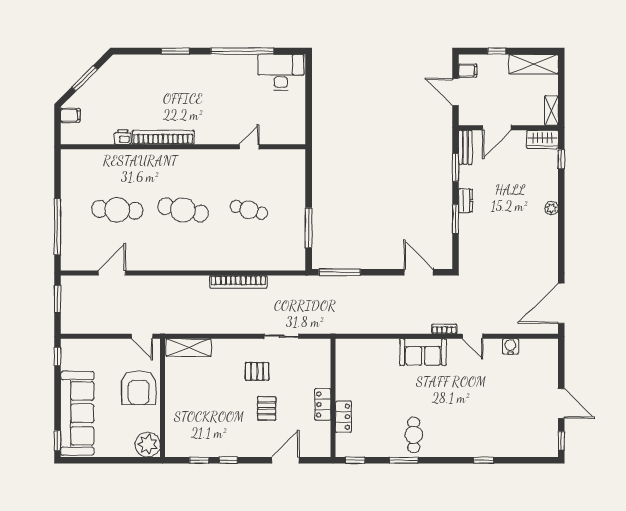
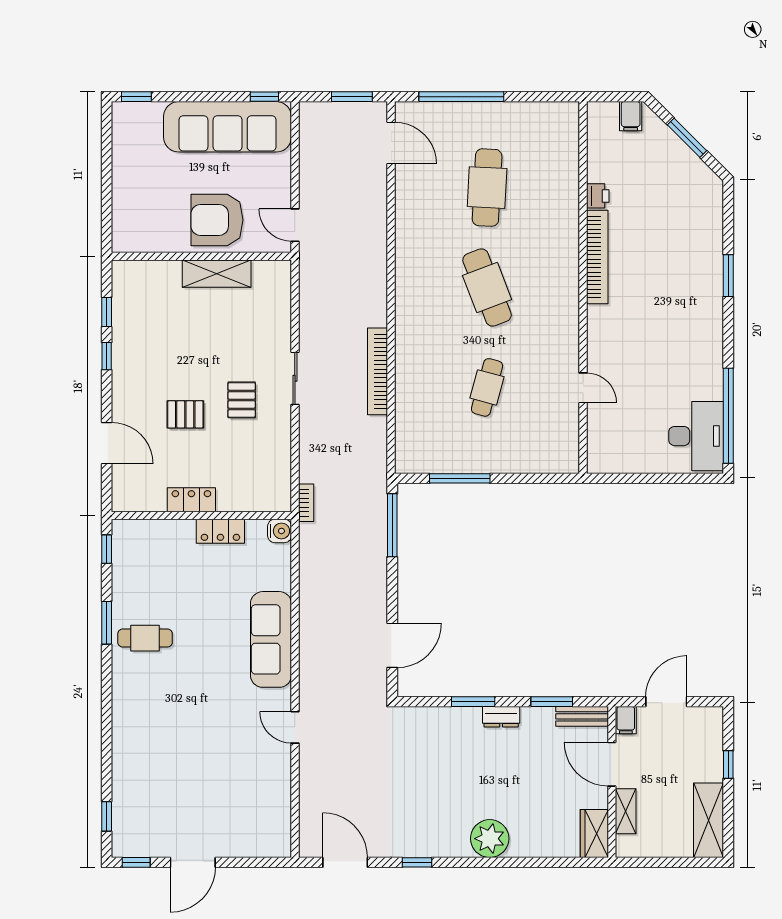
window: (242, 51) -> (728, 416), moved
filing cabinet: (468, 71) -> (626, 720), moved
shelving: (551, 110) -> (626, 811), moved, turned 90
window: (561, 159) -> (417, 862), moved
plant: (551, 208) -> (490, 839), width x1.87, depth x1.87
cafe table: (183, 210) -> (487, 287), turned -33
door: (112, 273) -> (391, 143), moved
door: (561, 303) -> (345, 862), width x0.73
bookcase: (444, 329) -> (306, 503), moved
door: (142, 336) -> (295, 225), hinge flipped
sliding door: (281, 336) -> (295, 378), moved
door: (472, 336) -> (295, 727), hinge flipped
water cooler: (510, 346) -> (280, 531), moved
shelving: (189, 348) -> (217, 274), moved, turned 90
sofa: (423, 352) -> (271, 639), width x1.36
sofa: (77, 413) -> (228, 127), moved
locker: (343, 417) -> (220, 531), moved
plant: (148, 445) -> (130, 234), removed
window: (484, 460) -> (107, 816), moved

